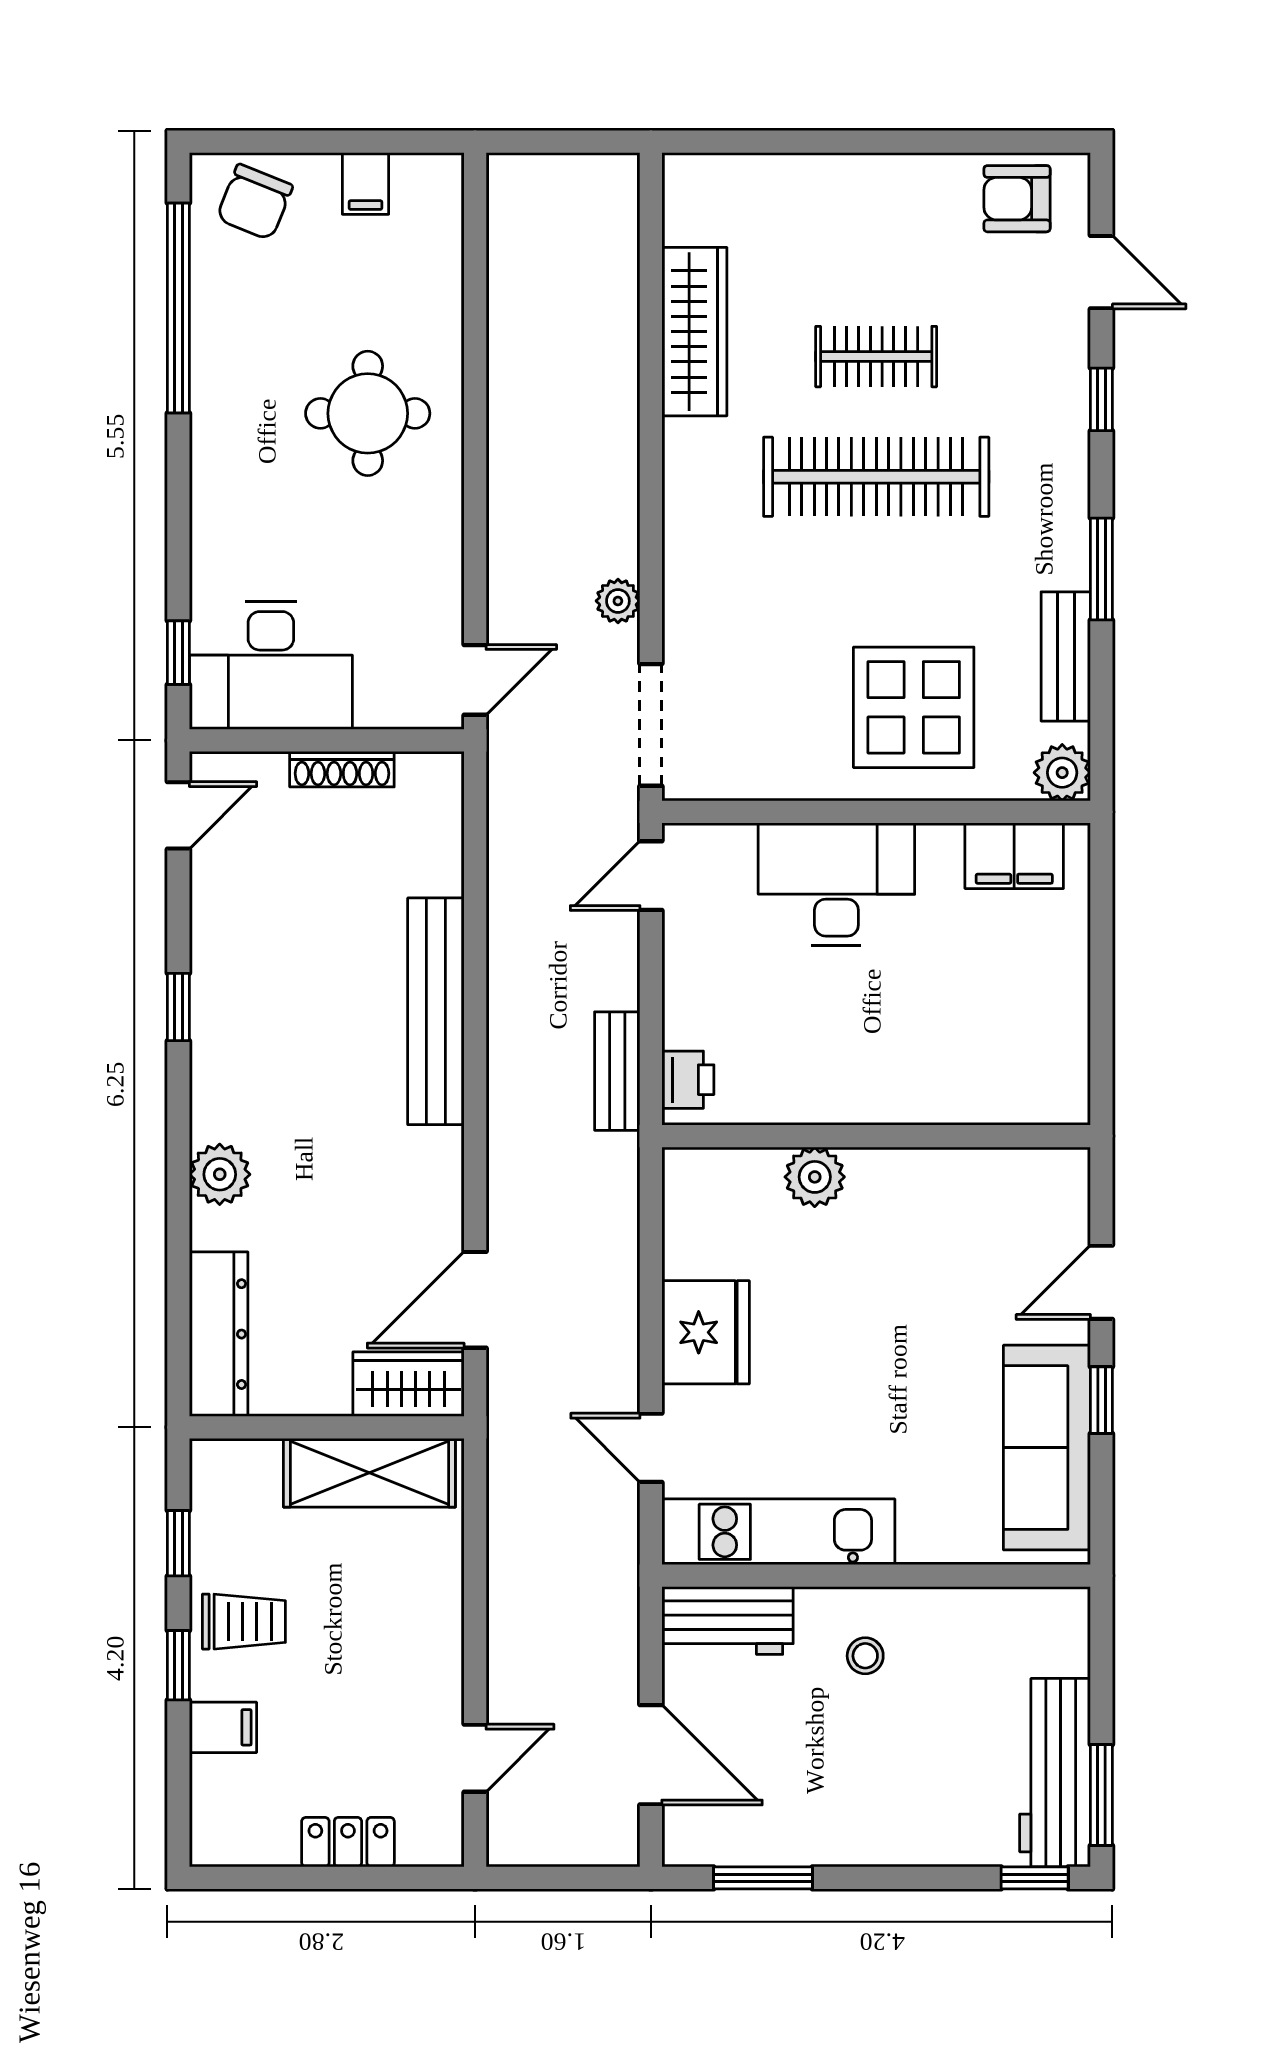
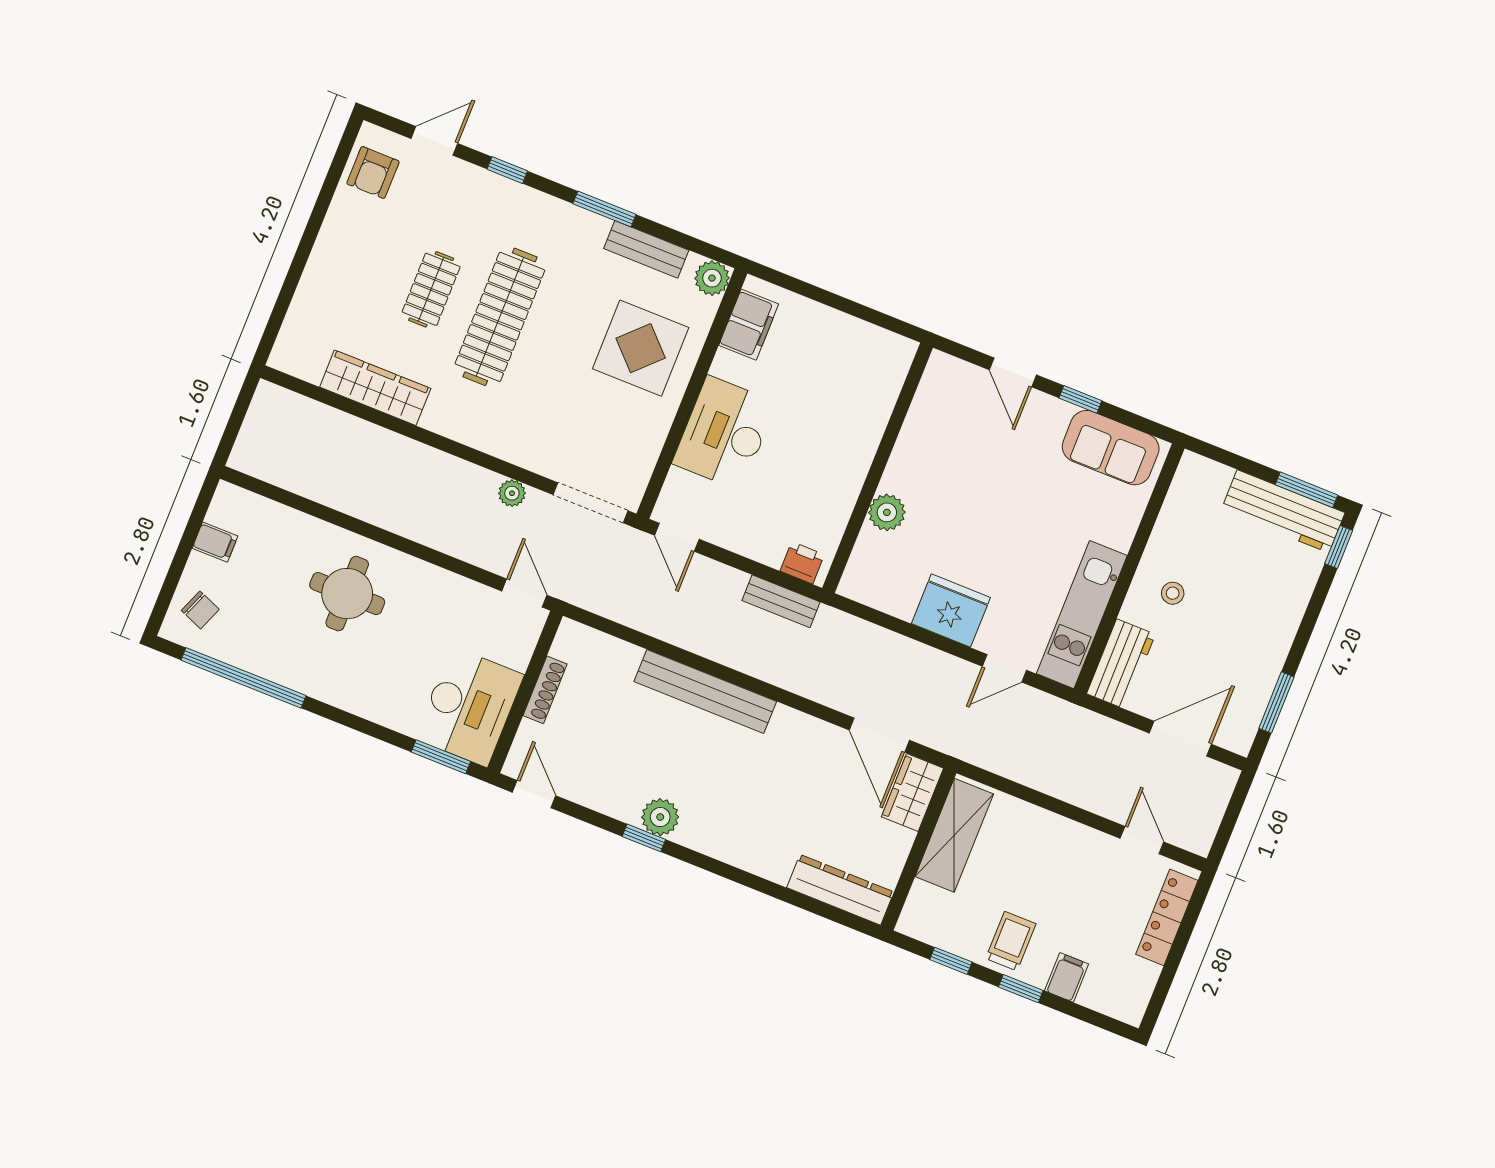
chair: (255, 202) -> (200, 610), width x0.73, depth x0.73
window: (178, 653) -> (441, 757), width x1.50
plant: (220, 1174) -> (660, 817), moved
sofa: (1047, 1448) -> (1111, 448), width x0.73
locker: (348, 1842) -> (1167, 917), width x1.53

